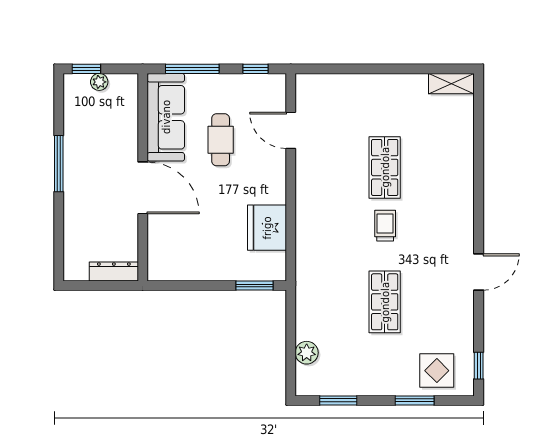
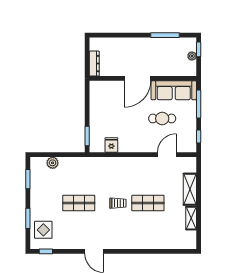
shelving: (451, 84) -> (191, 218), moved
shelving: (358, 86) -> (190, 189), added
window: (59, 164) -> (165, 35), moved
fridge: (267, 228) -> (111, 145), width x0.53, depth x0.75

